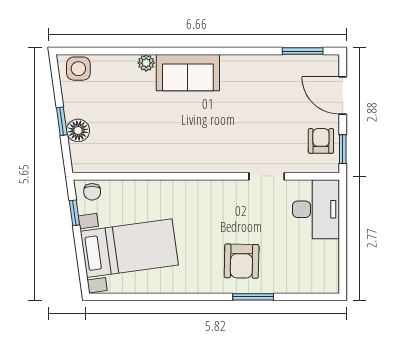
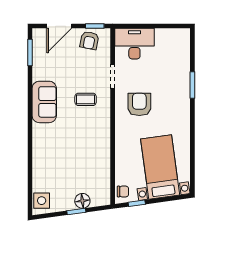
plant: (146, 63) -> (38, 156), removed
sofa: (188, 73) -> (44, 102), moved
coffee table: (232, 135) -> (86, 99), added
armchair: (321, 141) -> (89, 40), turned -79
armchair: (242, 261) -> (139, 104), moved, turned -91

